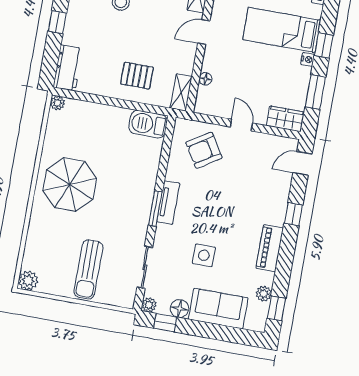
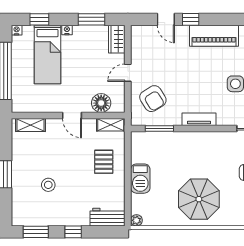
door: (204, 32) -> (72, 115), moved
window: (324, 45) -> (39, 19), moved
floor lamp: (205, 79) -> (101, 103), width x1.89, depth x1.89
barbecue: (148, 124) -> (140, 179), moved
door: (303, 163) -> (166, 19), moved
window: (155, 209) -> (159, 129), moved
piano: (270, 248) -> (214, 36), width x1.37, depth x1.33

